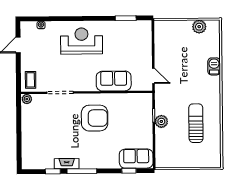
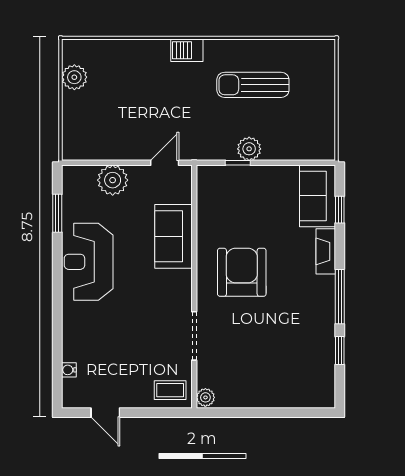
reception desk: (82, 41) -> (89, 262), moved
plant: (144, 48) -> (113, 180), added
barbecue: (214, 66) -> (187, 50), moved
fireplace: (67, 164) -> (326, 251), moved

